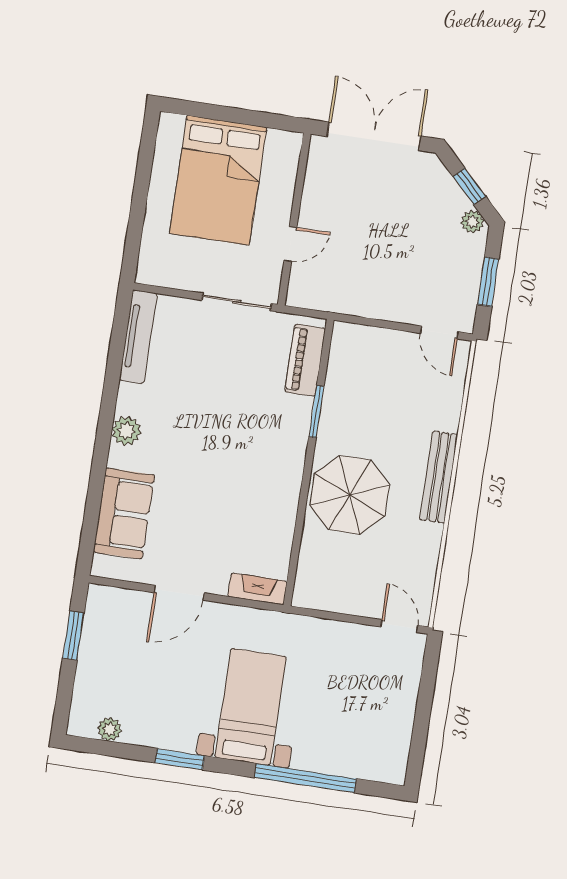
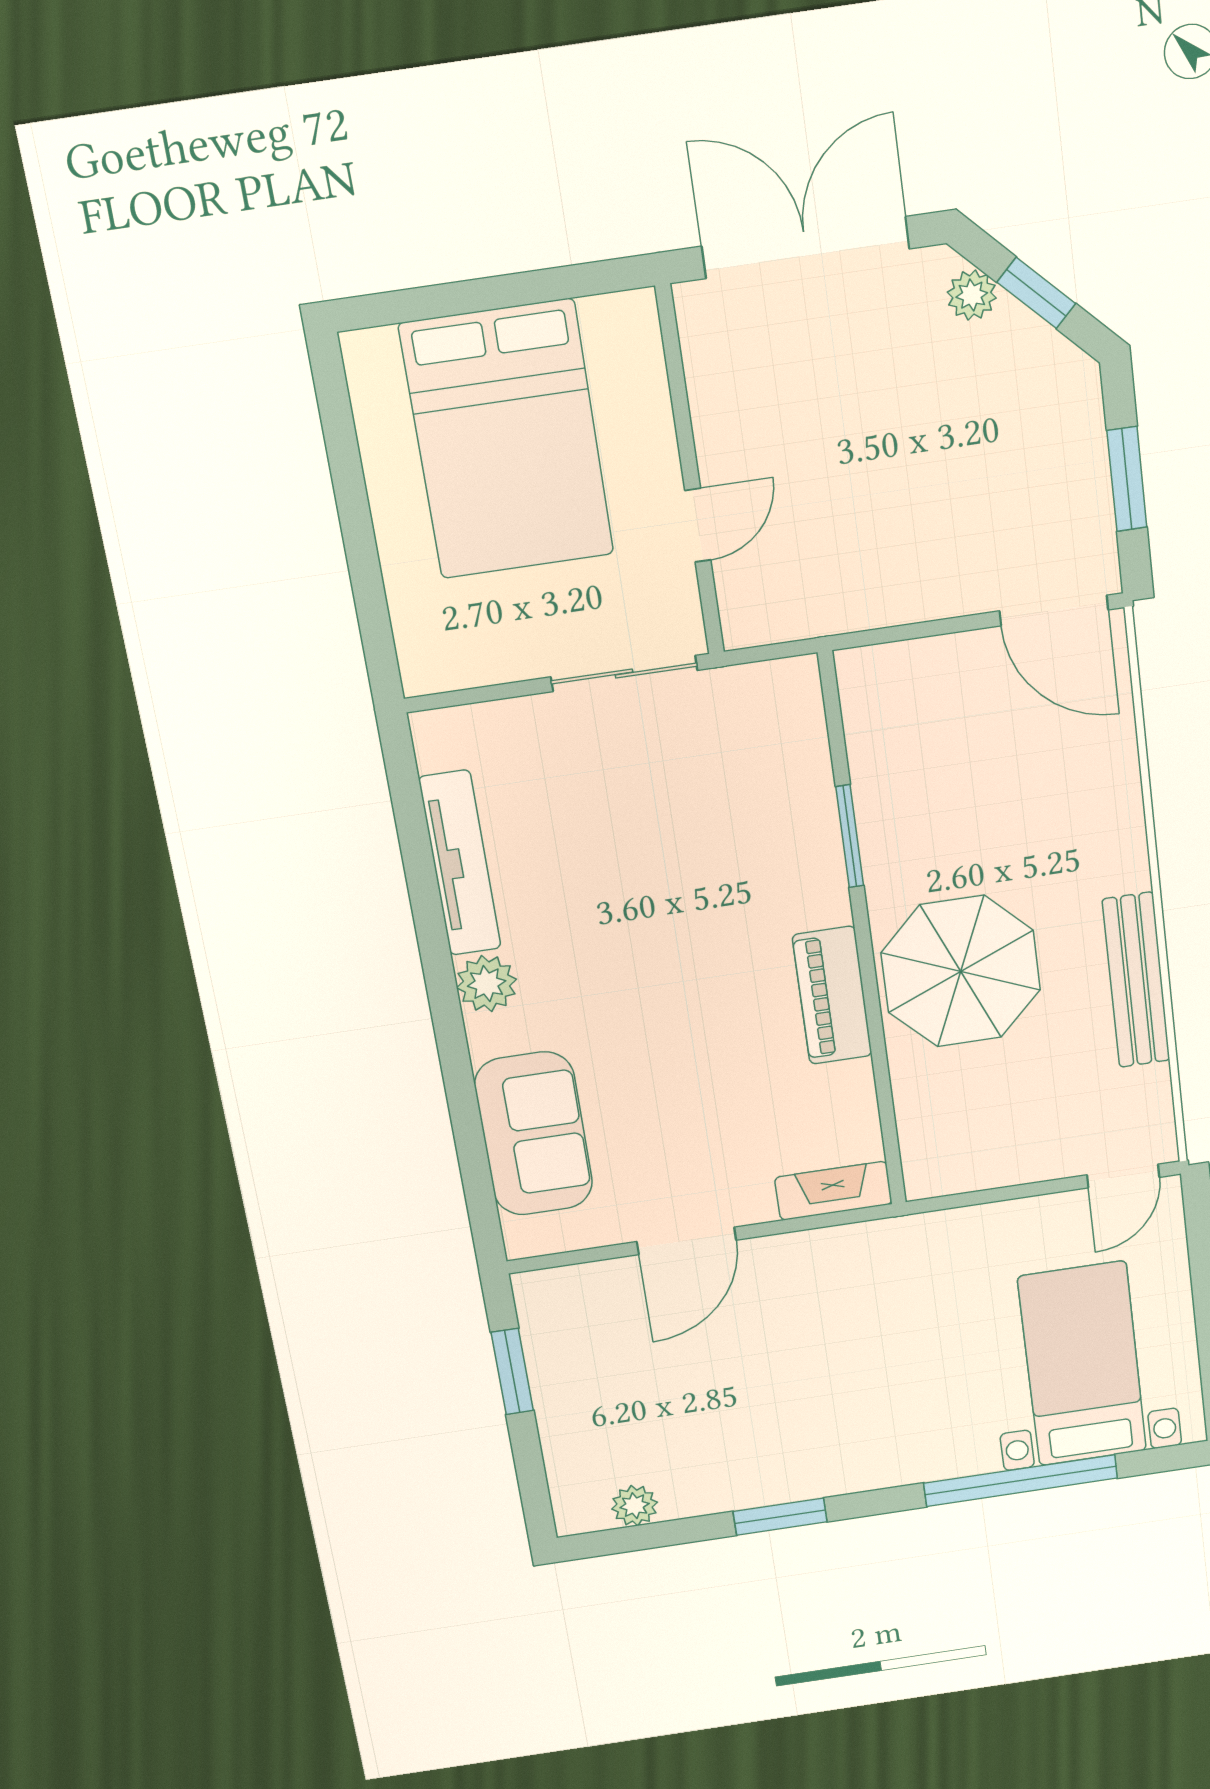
plant: (472, 222) -> (972, 295), moved
door: (439, 333) -> (1054, 610), width x1.38
tv unit: (138, 337) -> (460, 863), moved
piano: (305, 360) -> (832, 995), moved
bench: (439, 477) -> (1136, 980), moved
door: (399, 626) -> (1123, 1176), swing flipped
bed with nightstands: (251, 707) -> (1082, 1364), moved

